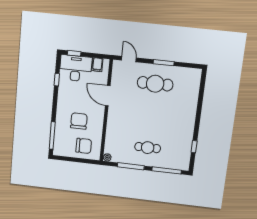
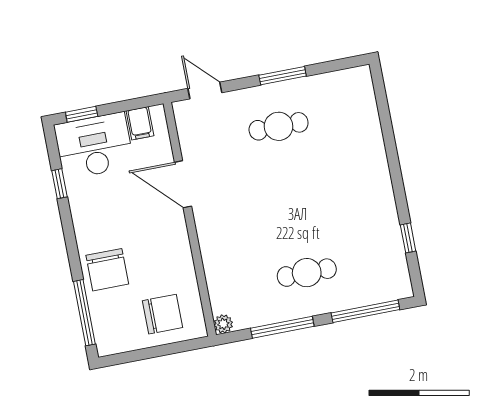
cafe table: (155, 84) -> (279, 126), width x0.73, depth x0.74
chair: (79, 121) -> (107, 270), moved, turned 180

